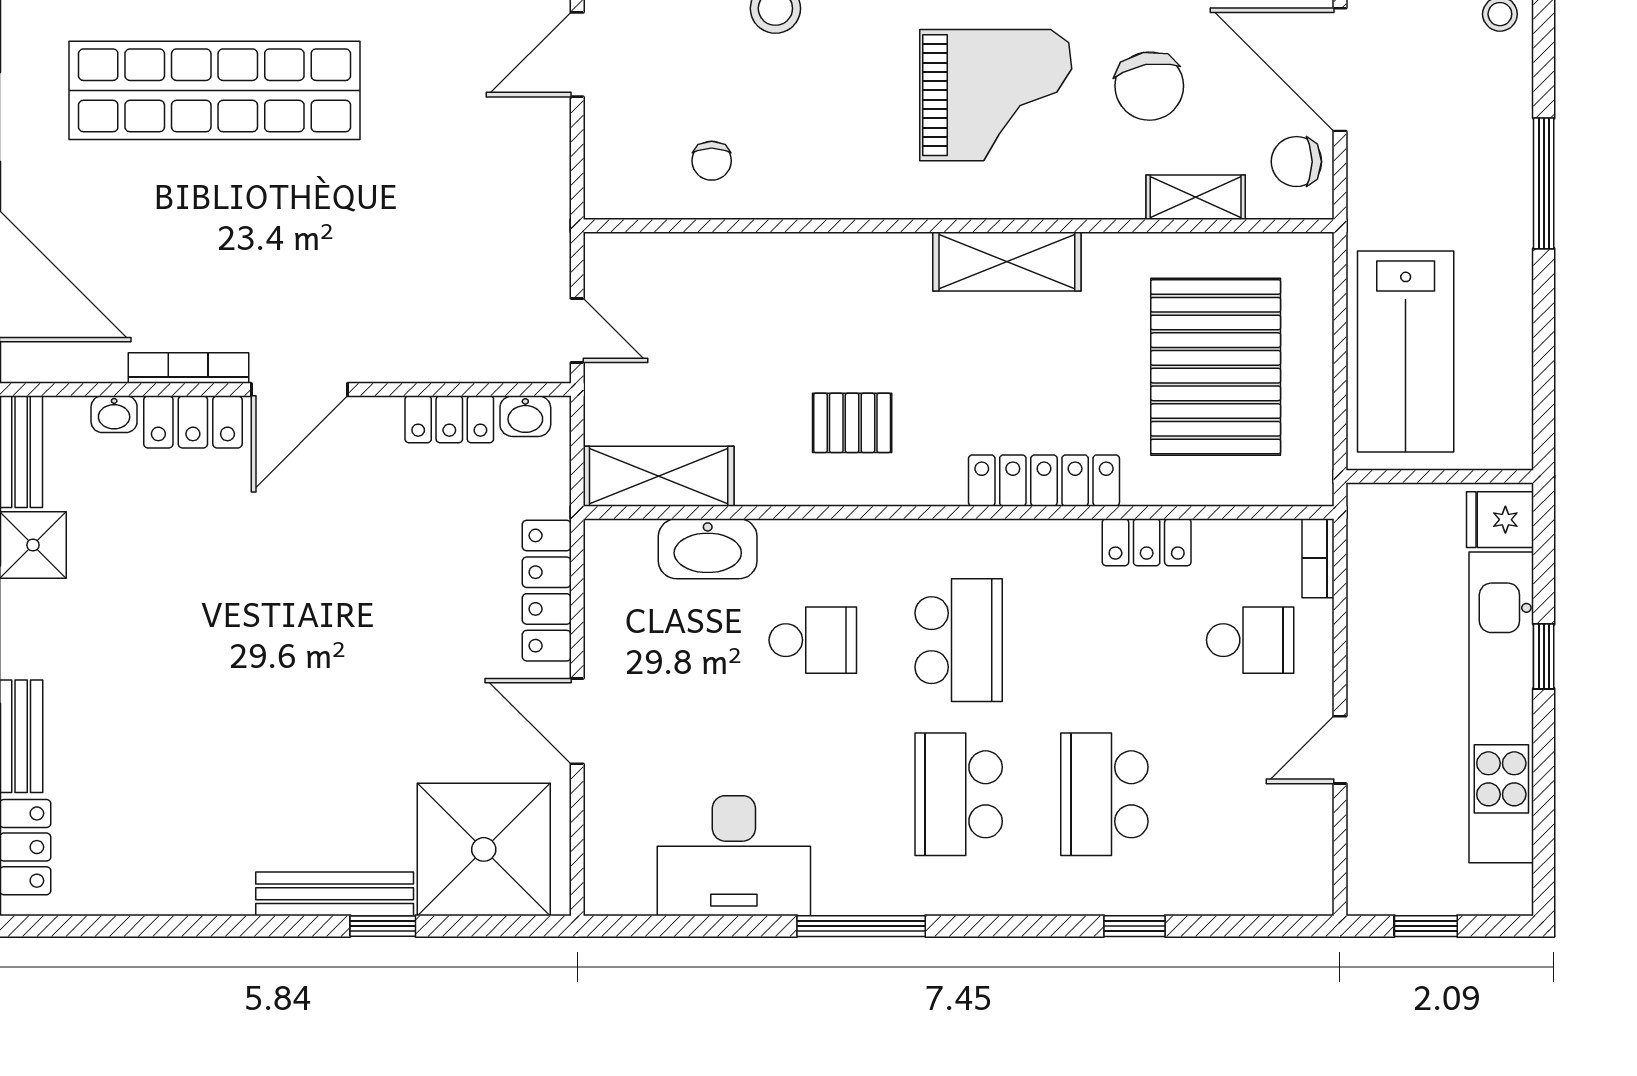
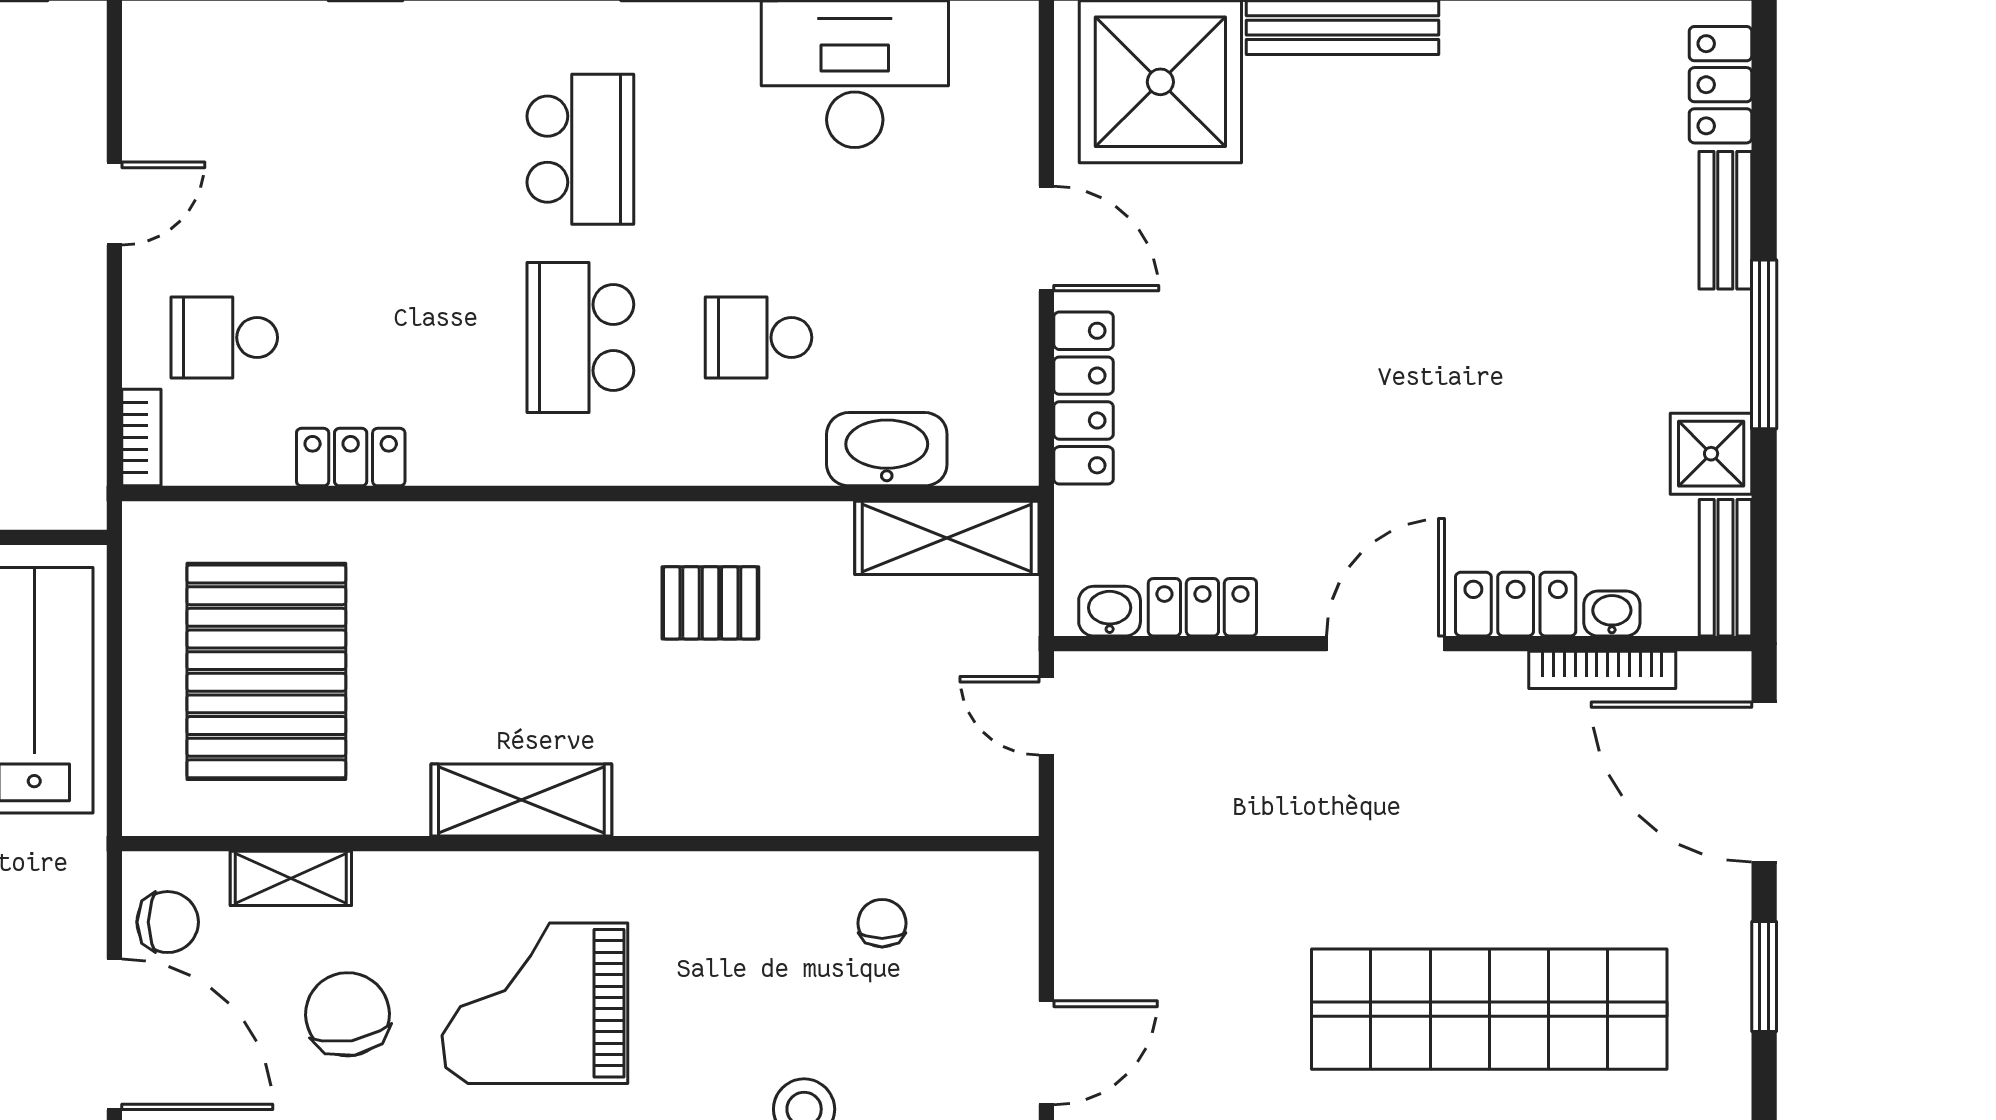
bookcase: (188, 368) -> (1602, 670), moved
locker: (1044, 481) -> (476, 532), removed
school desk: (1104, 794) -> (402, 149), removed

